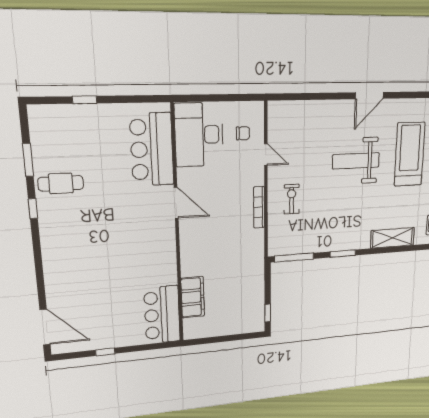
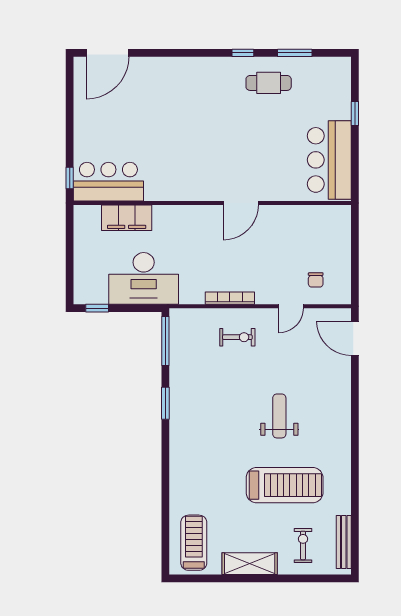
door: (369, 96) -> (355, 338), moved
desk: (199, 135) -> (144, 278), moved, turned 180
bar counter: (152, 149) -> (329, 160), moved, turned -90
weight bench: (356, 161) -> (279, 416), width x0.73, depth x0.75
cafe table: (61, 183) -> (269, 83), turned 90
shelving: (392, 238) -> (181, 468), removed
window: (105, 352) -> (70, 178), moved

